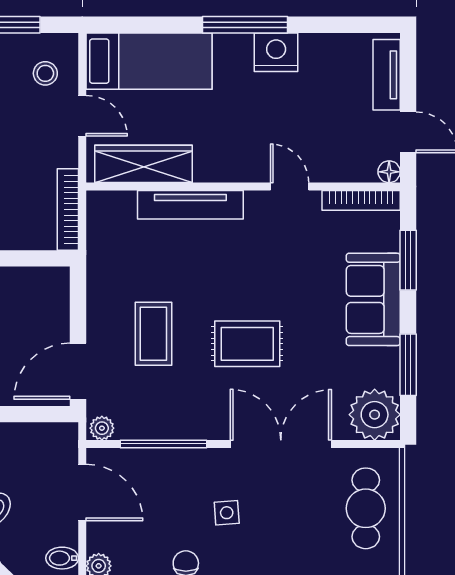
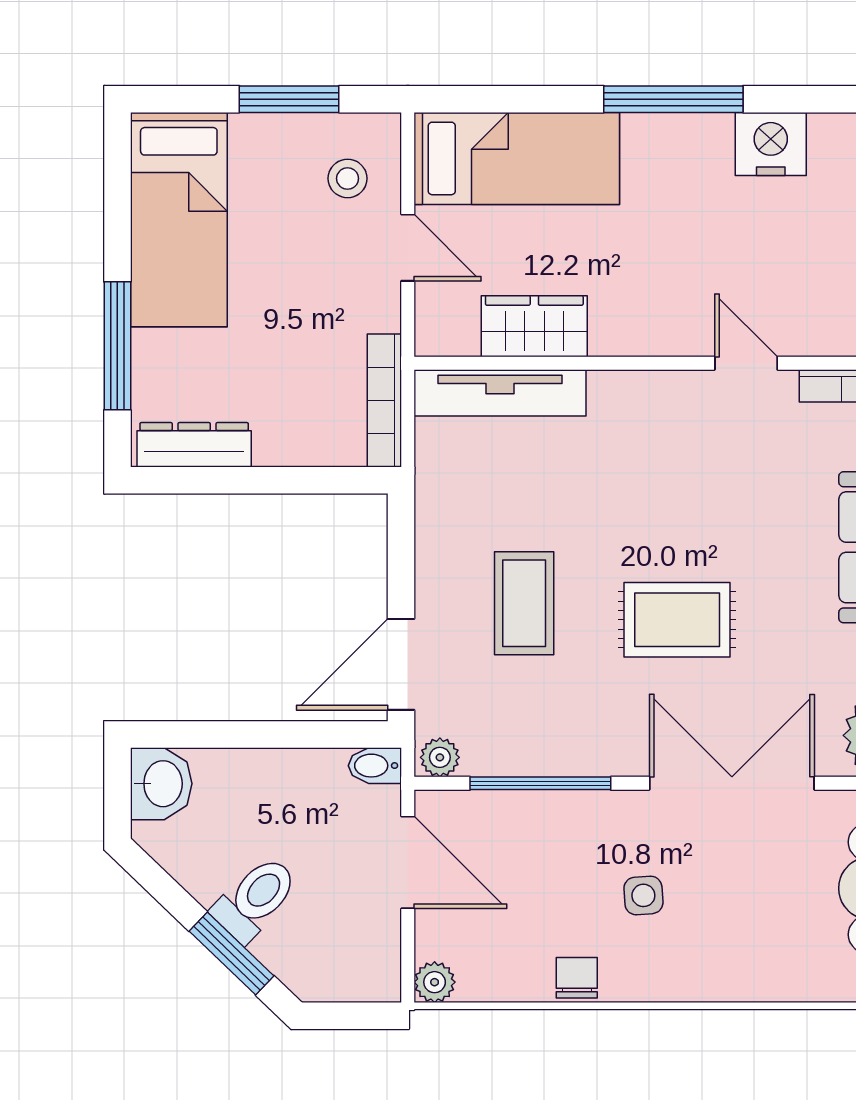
nightstand: (276, 52) -> (771, 144), moved
wardrobe: (144, 164) -> (534, 326), width x0.67
tv unit: (190, 205) -> (500, 393), moved
bidet: (62, 558) -> (375, 766), moved

